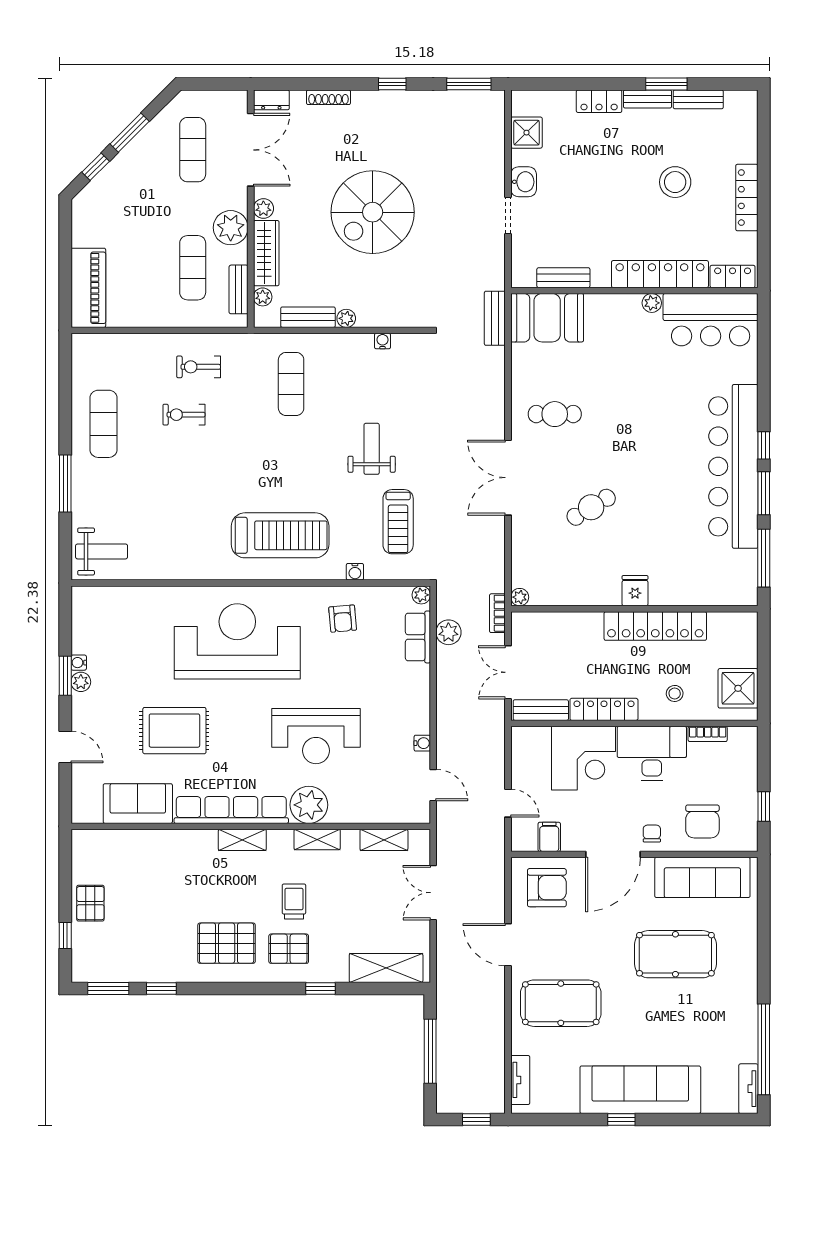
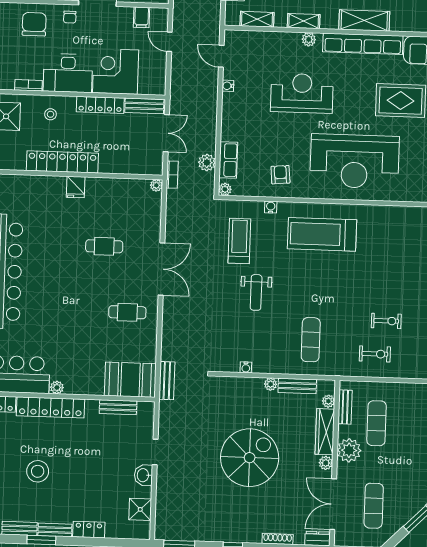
cafe table: (591, 507) -> (104, 246), turned 31
plant: (309, 805) -> (309, 39), width x0.53, depth x0.53
shelving: (242, 840) -> (364, 20), width x1.50, depth x1.33

